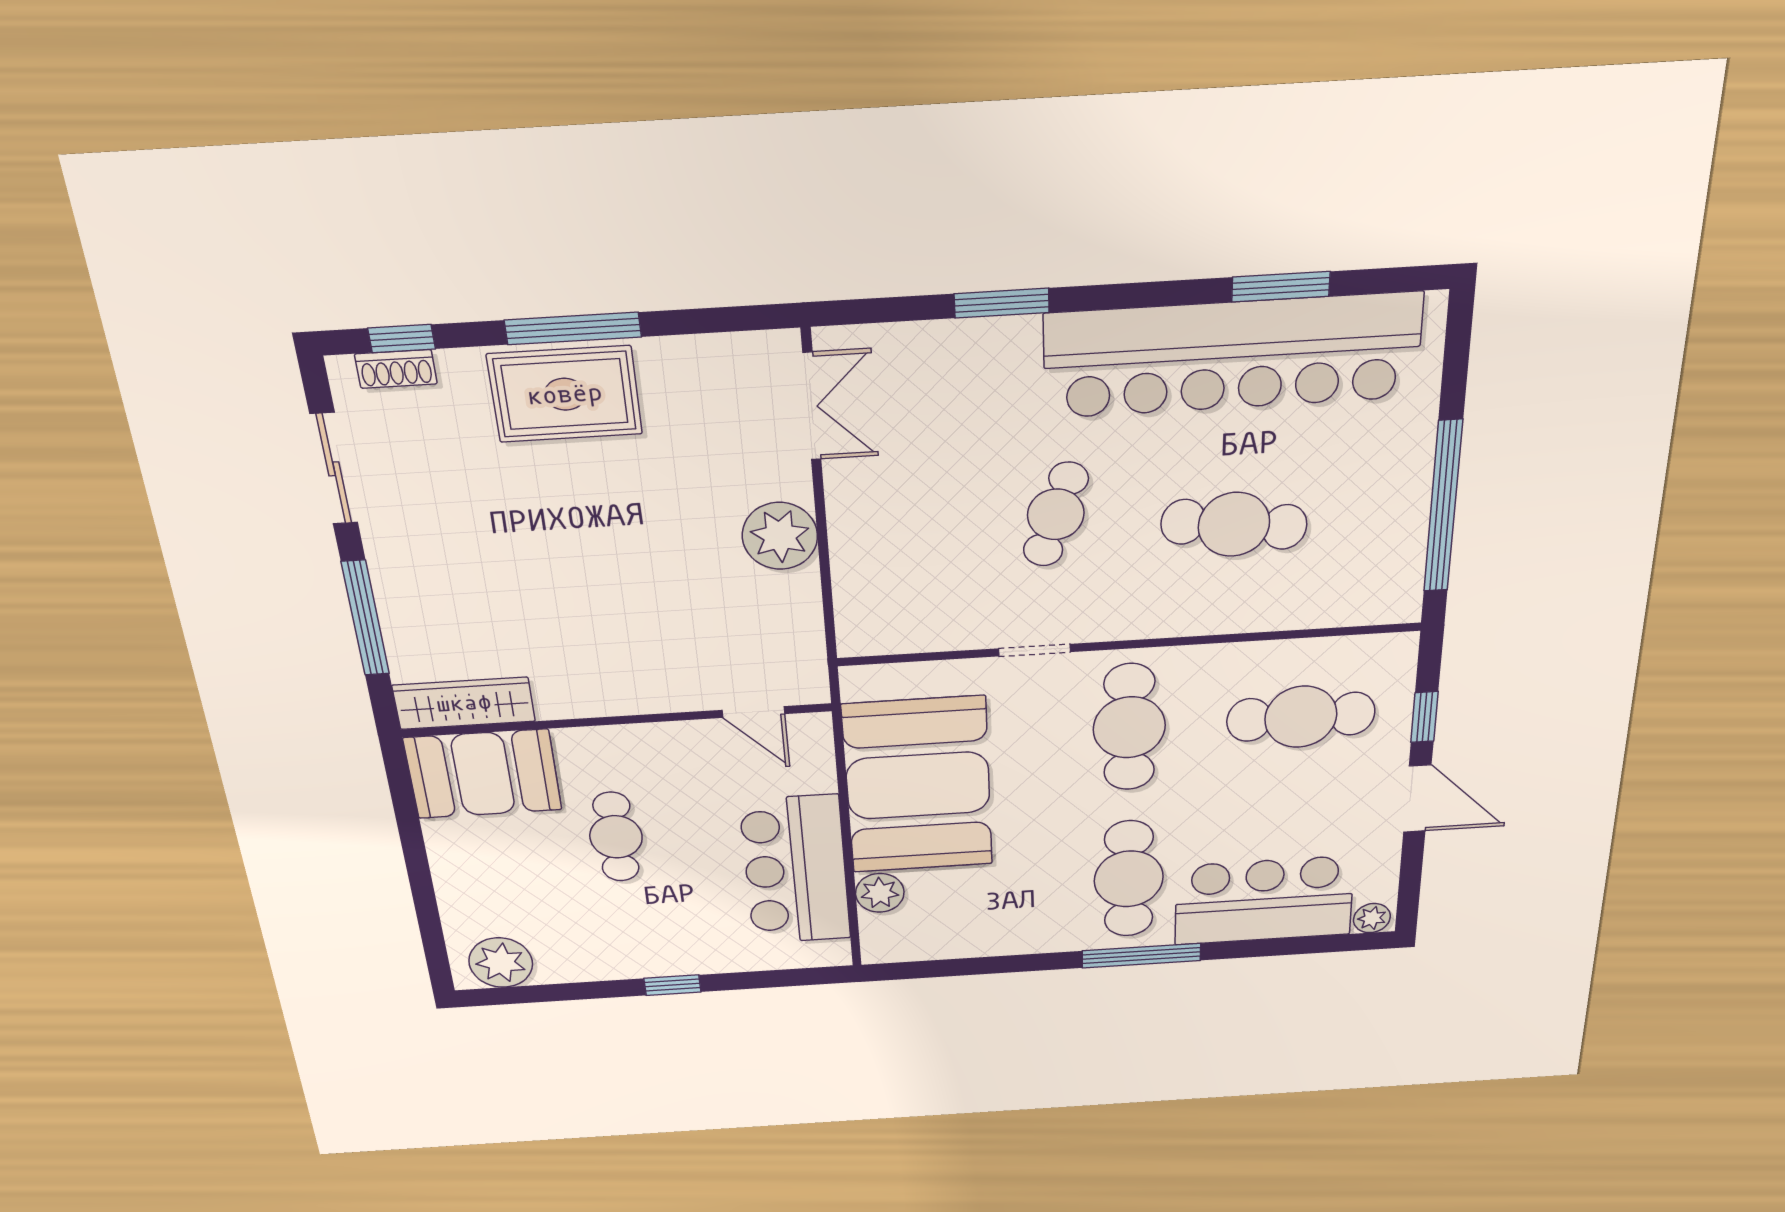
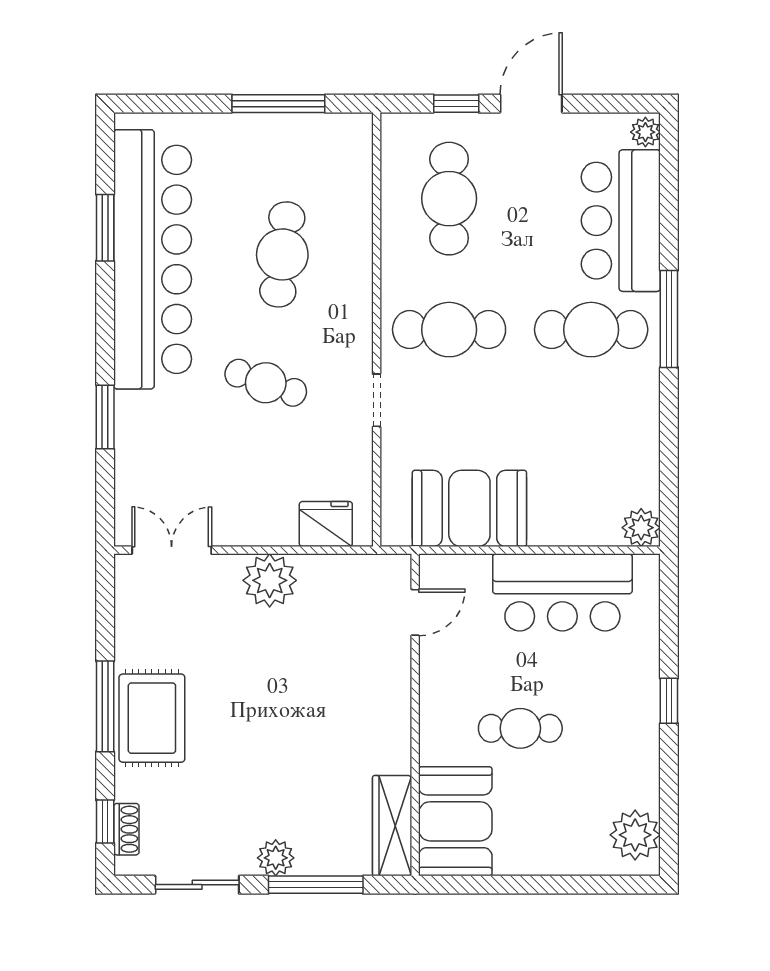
window: (1443, 507) -> (278, 104), width x0.68
plant: (393, 567) -> (276, 858), added
fridge: (864, 600) -> (326, 524), added
booth: (918, 785) -> (469, 508), width x0.73, depth x0.70
plant: (880, 893) -> (641, 528), moved

